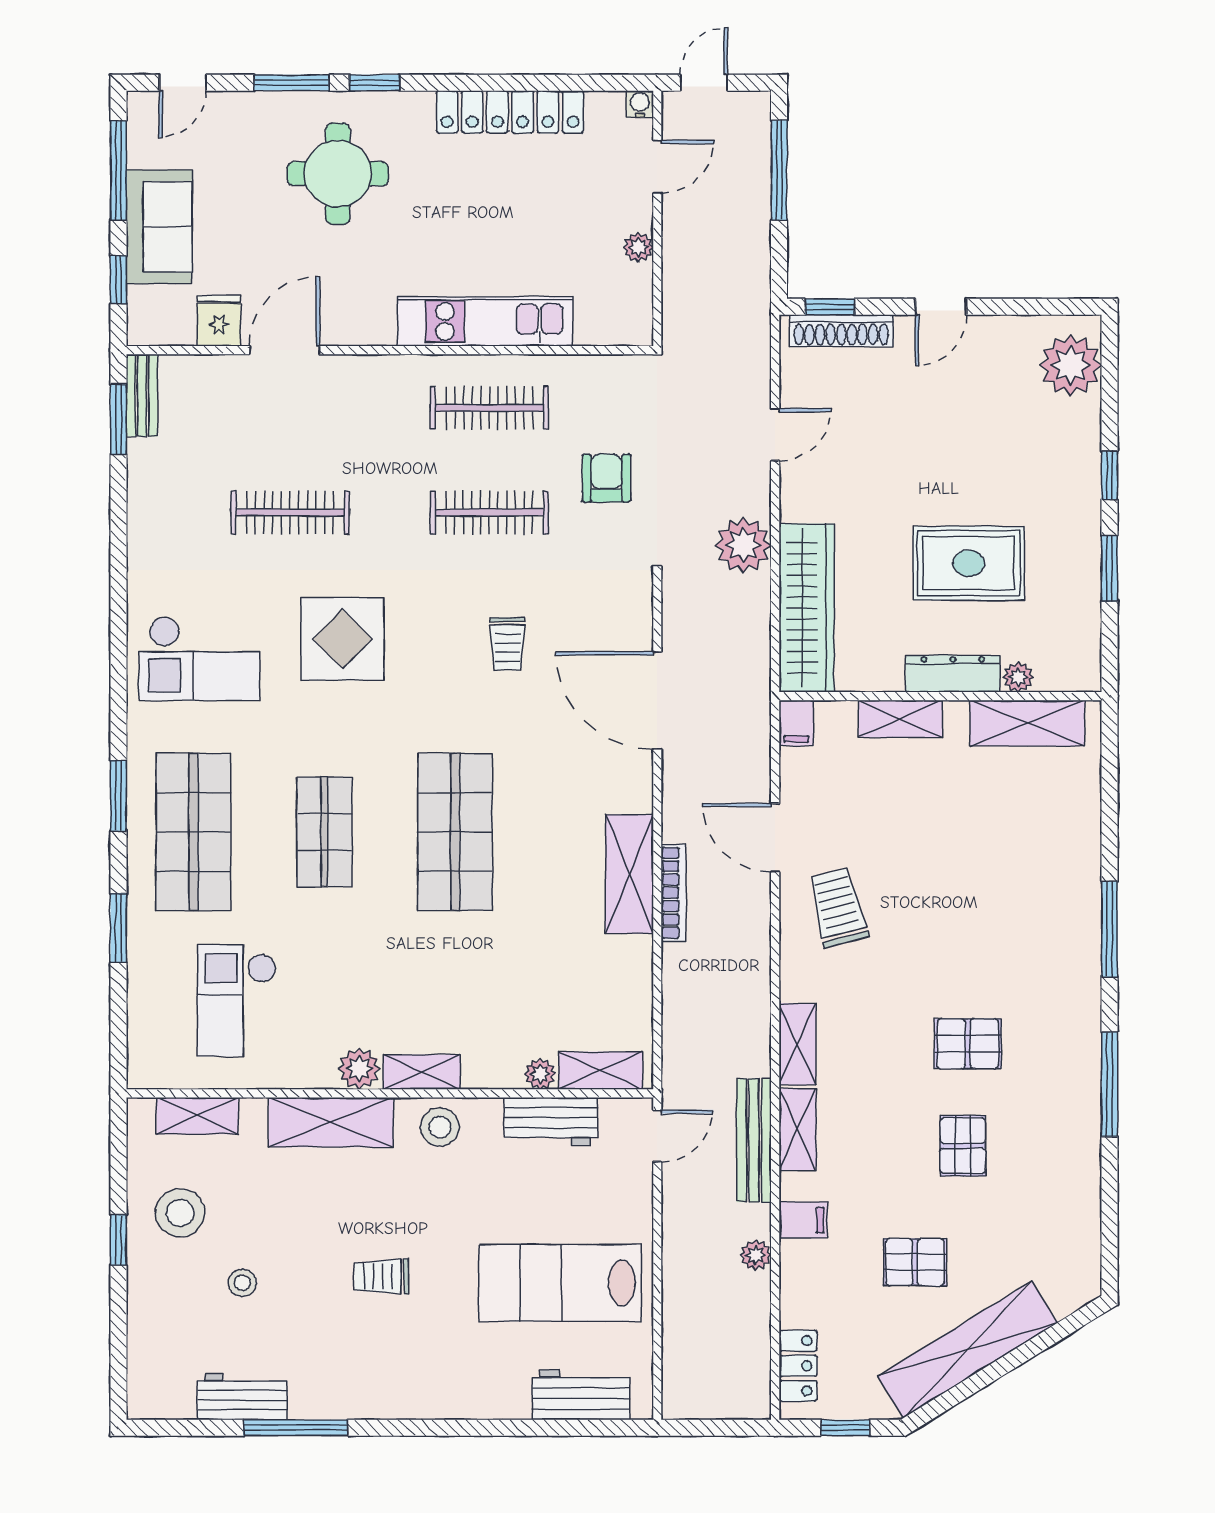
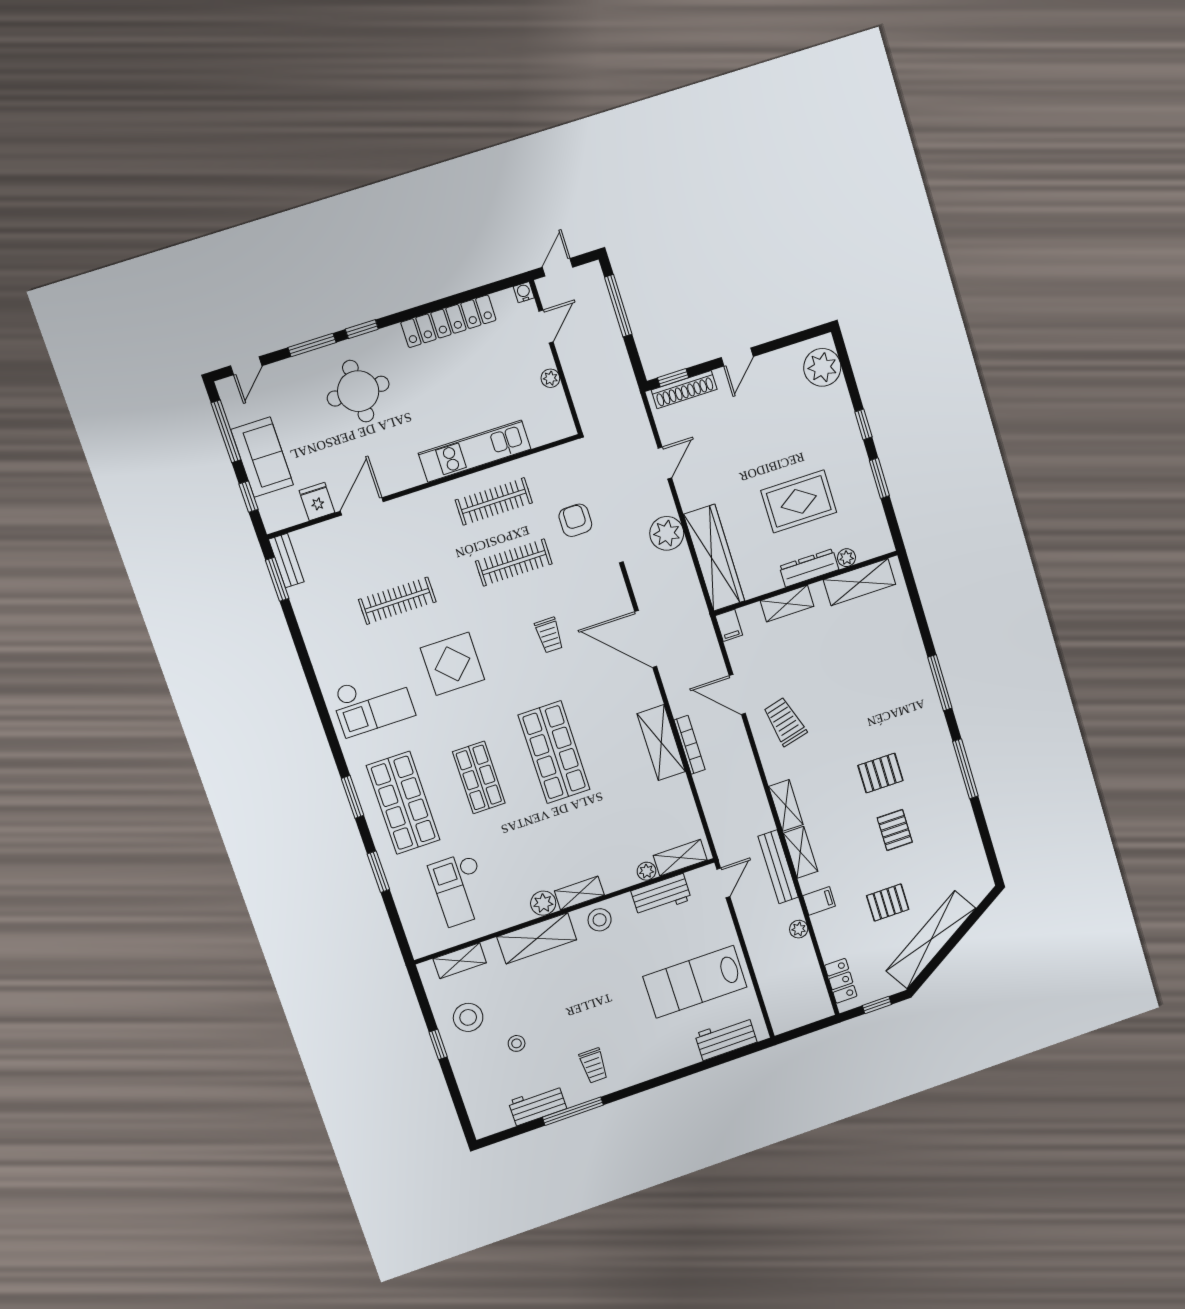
trolley: (381, 1277) -> (594, 1065), moved, turned -90

